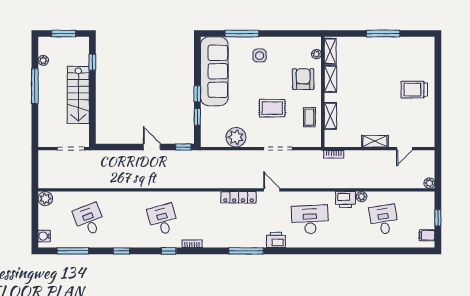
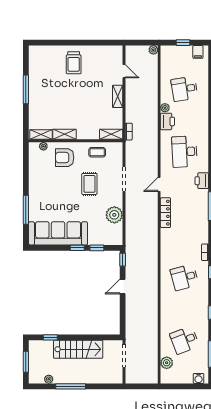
side table: (260, 56) -> (45, 195), removed
shelving: (330, 116) -> (111, 134), moved
plant: (45, 199) -> (167, 363), moved

